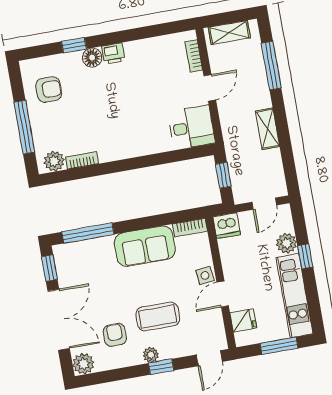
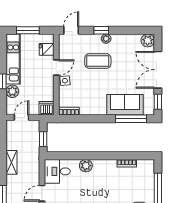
plant: (54, 161) -> (86, 166), moved
sofa: (145, 246) -> (125, 105), moved
armchair: (115, 335) -> (126, 55), removed

